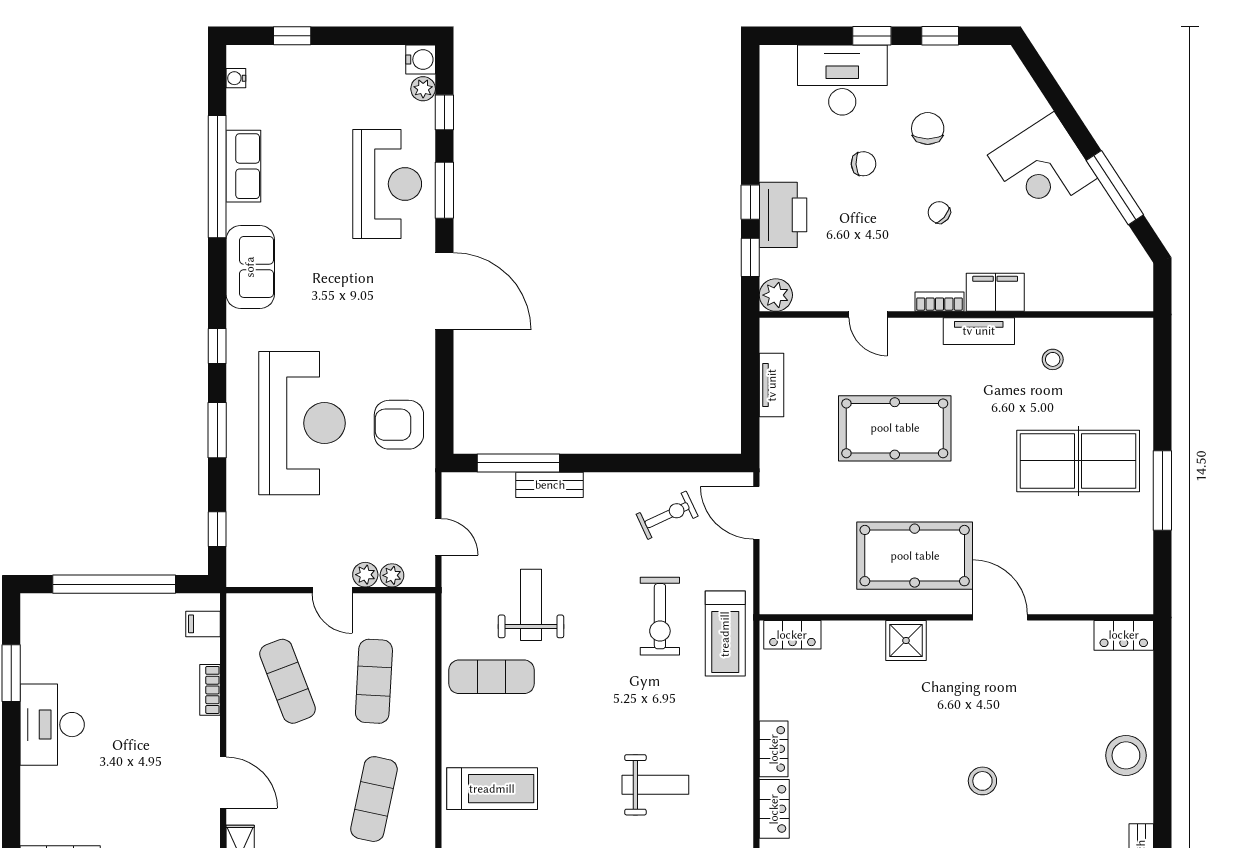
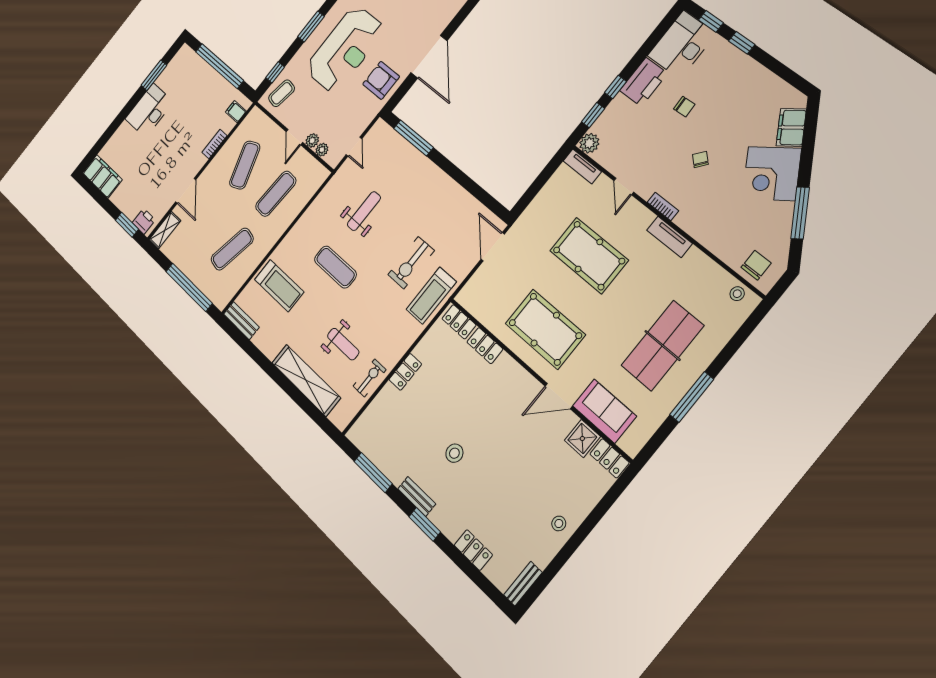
window: (940, 36) -> (711, 21), moved
desk: (842, 80) -> (682, 45), moved, turned -90
chair: (928, 129) -> (756, 265), moved
printer: (783, 215) -> (644, 82), moved
door: (444, 291) -> (429, 57), moved
filing cabinet: (995, 292) -> (791, 127), moved, turned -123
stool: (1053, 359) -> (737, 294), moved
tv unit: (772, 385) -> (582, 166), moved, turned 90
table tennis table: (1078, 461) -> (662, 346), turned 90
bench: (550, 485) -> (418, 159), removed
exercise bike: (667, 515) -> (370, 378), moved, turned -65
coffee table: (255, 549) -> (282, 93), added
sofa: (1072, 589) -> (604, 411), added
door: (1000, 617) -> (559, 396), swing flipped
shower: (906, 641) -> (582, 438), moved
exercise mat: (492, 677) -> (335, 267), moved
stool: (1126, 755) -> (559, 523), width x0.53, depth x0.53
stool: (982, 781) -> (454, 453), moved
locker: (774, 809) -> (485, 346), moved, turned 90

